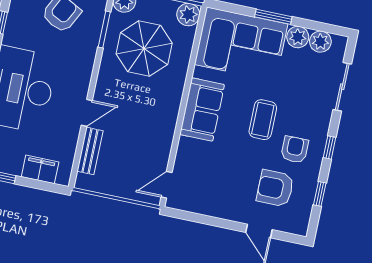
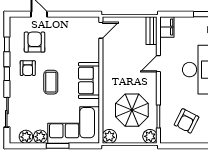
bench: (90, 151) -> (152, 31), moved
filing cabinet: (40, 169) -> (167, 27), moved, turned -90
armchair: (275, 188) -> (35, 42), turned -90

